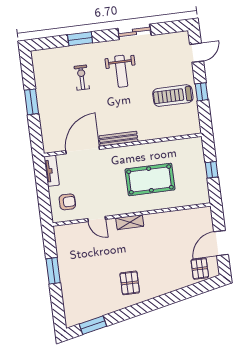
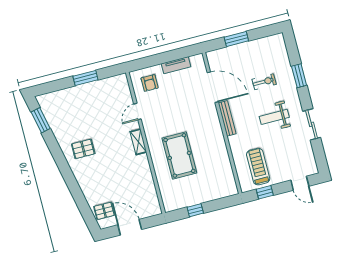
bench: (118, 139) -> (227, 118), moved
wall: (123, 145) -> (222, 123), moved
door: (83, 150) -> (213, 87), moved

